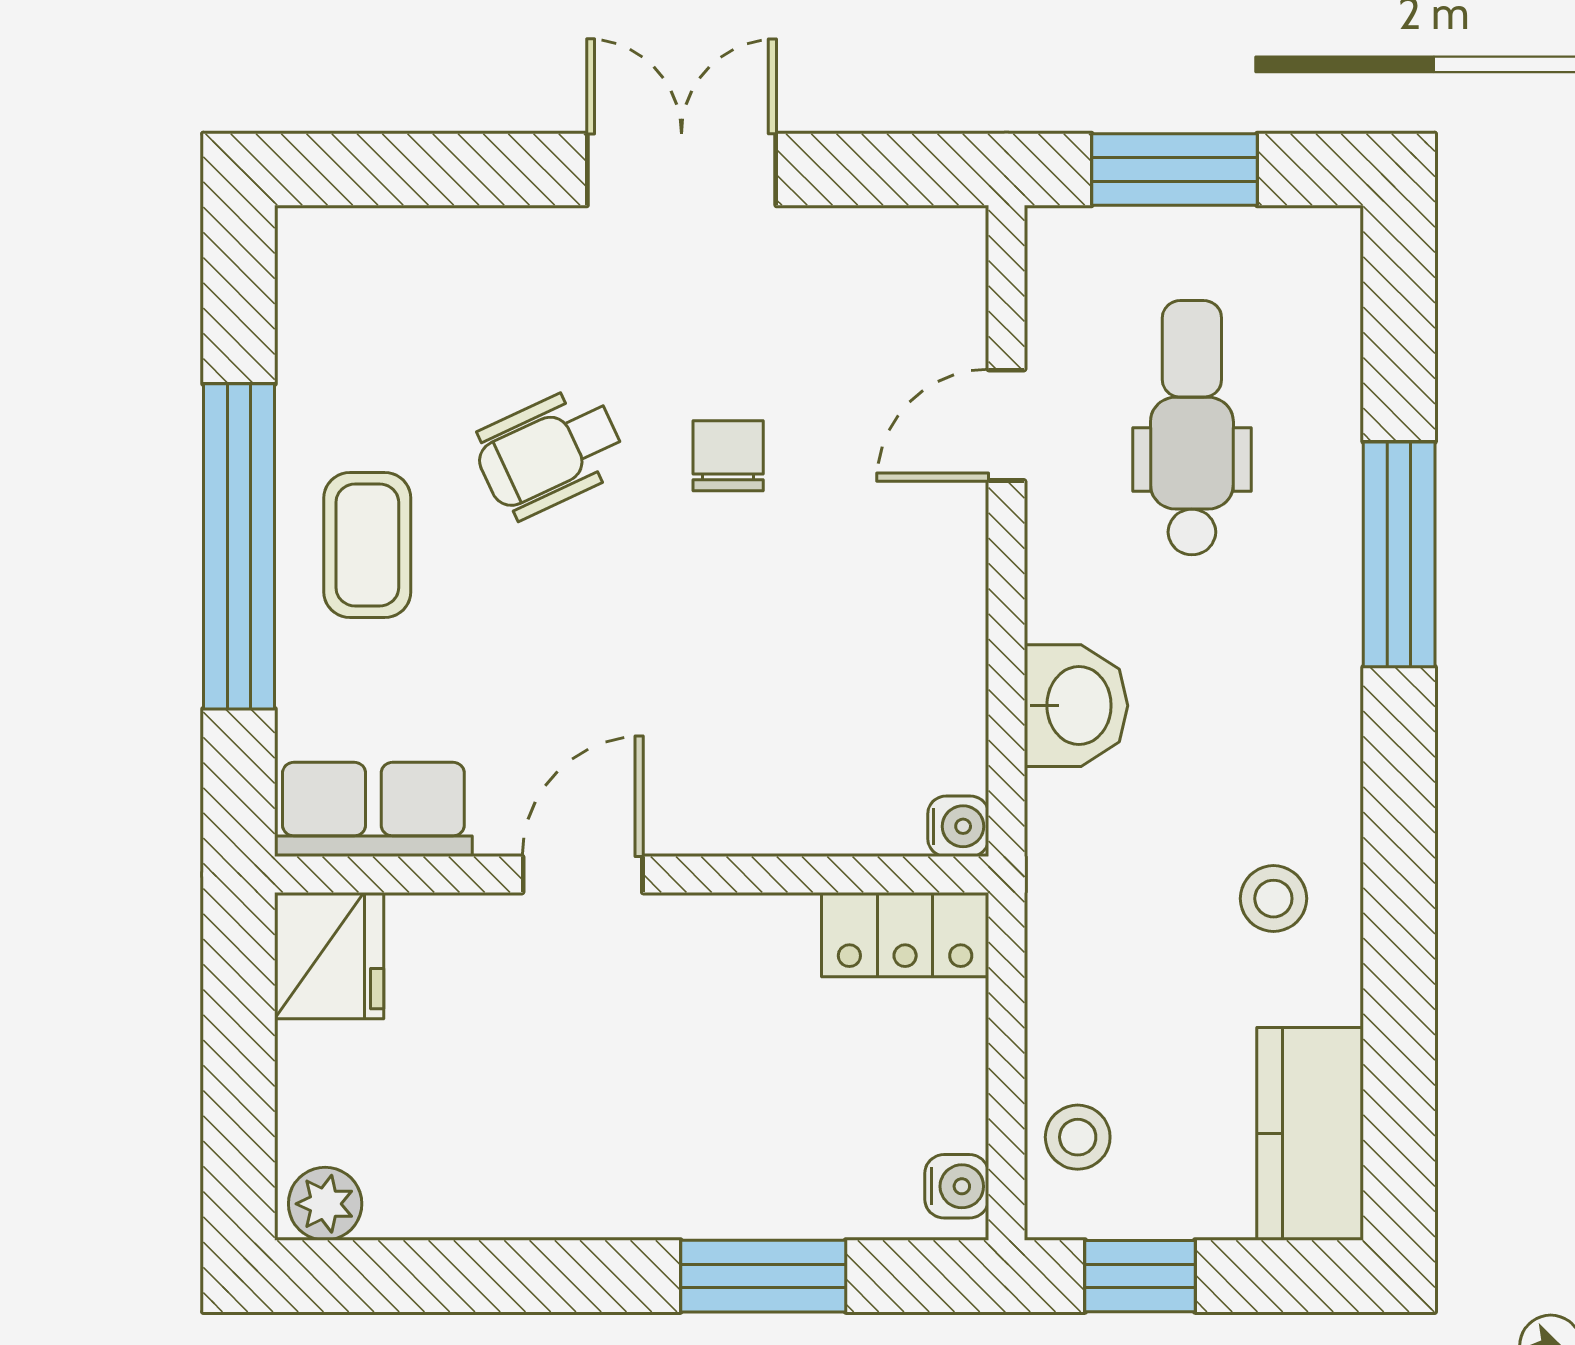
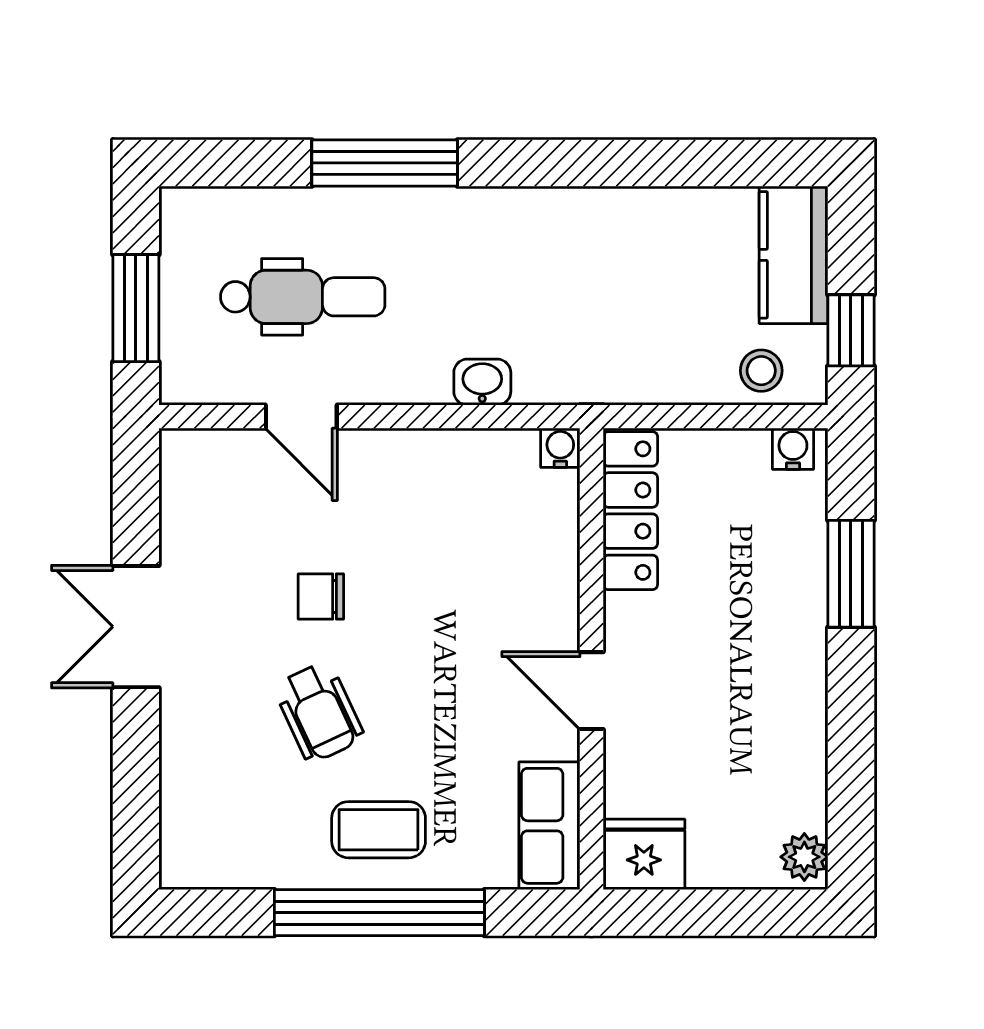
dental chair: (1192, 428) -> (303, 297), turned 180
washbasin: (1076, 706) -> (482, 382), width x0.72, depth x0.69
stool: (1273, 899) -> (607, 244), removed
locker: (905, 935) -> (630, 511), width x1.53
kitchen counter: (1310, 1134) -> (794, 255), moved, turned 90

